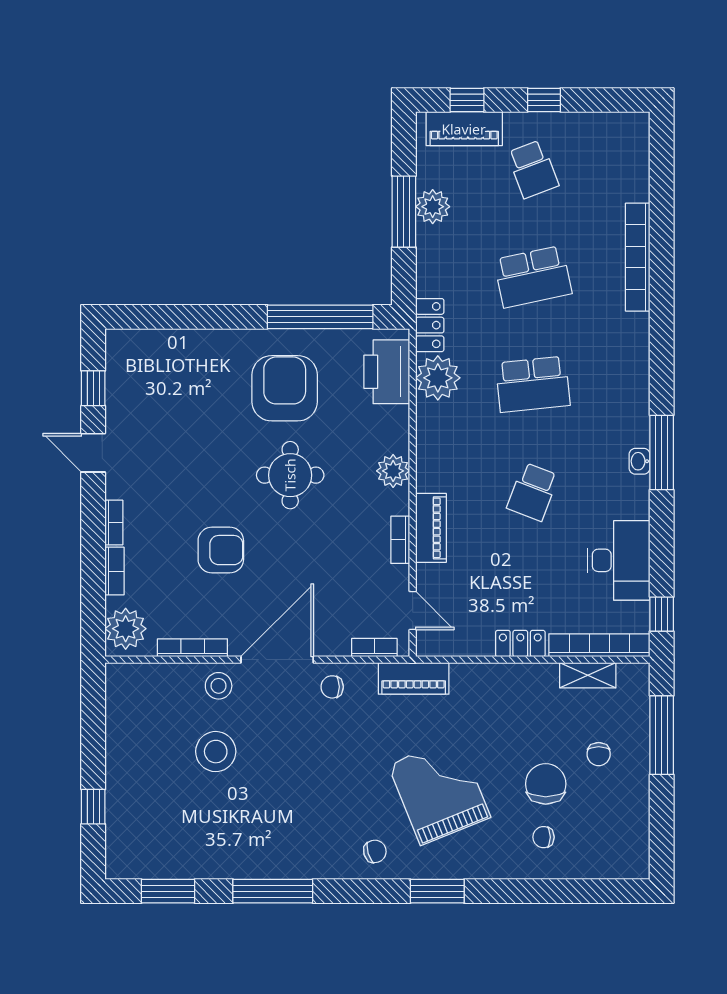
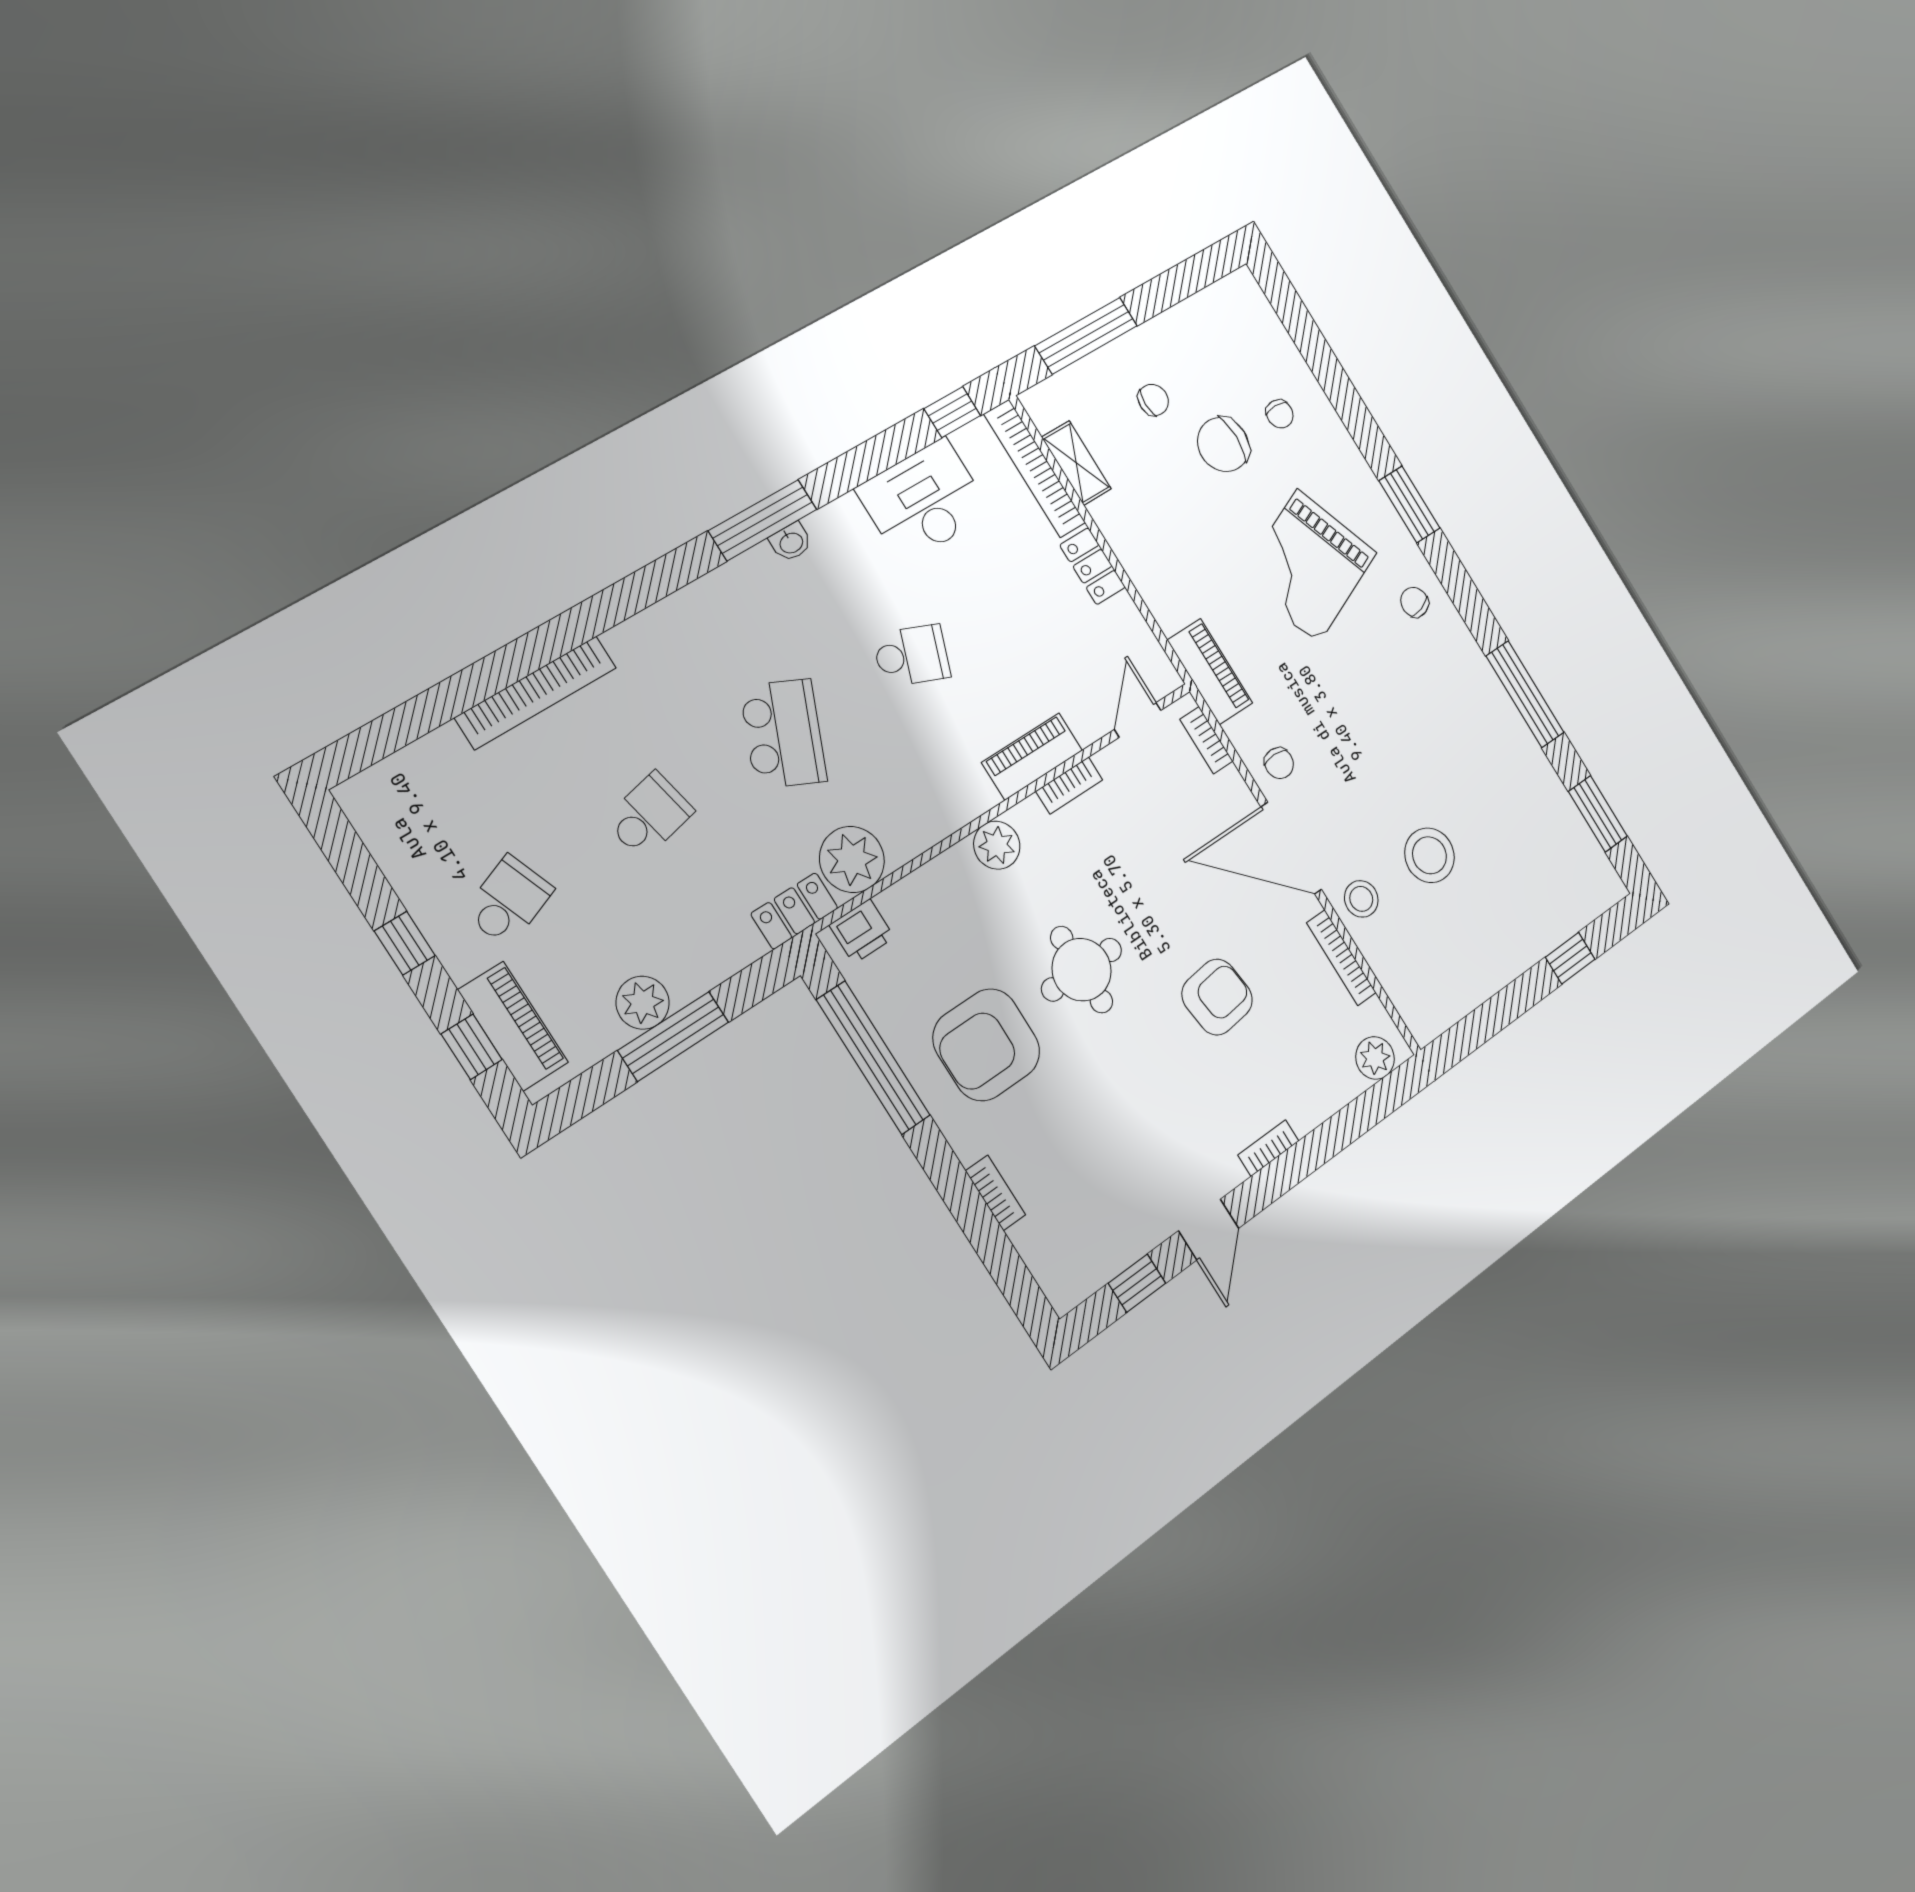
school desk: (533, 277) -> (649, 815), width x0.54
printer: (387, 372) -> (862, 931), width x0.53, depth x0.68
school desk: (533, 384) -> (783, 734), turned 30
armchair: (221, 550) -> (1217, 997), turned 83
bookcase: (114, 571) -> (995, 1193), moved, turned 90
plant: (126, 629) -> (1375, 1058), width x0.73, depth x0.73

